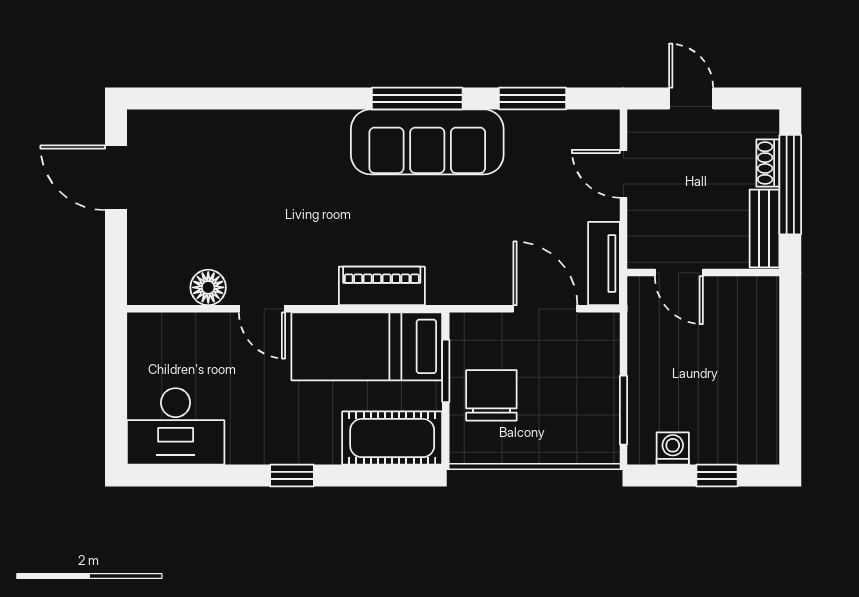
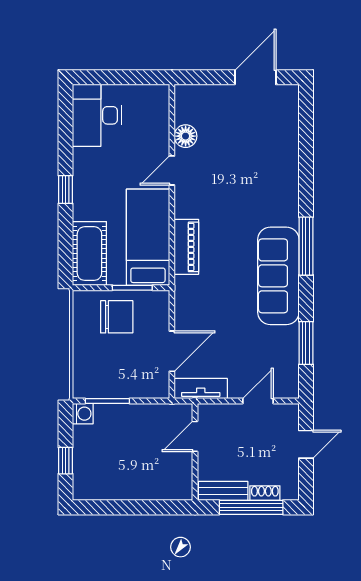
window: (417, 99) -> (306, 246), moved
washing machine: (673, 449) -> (83, 414), moved

